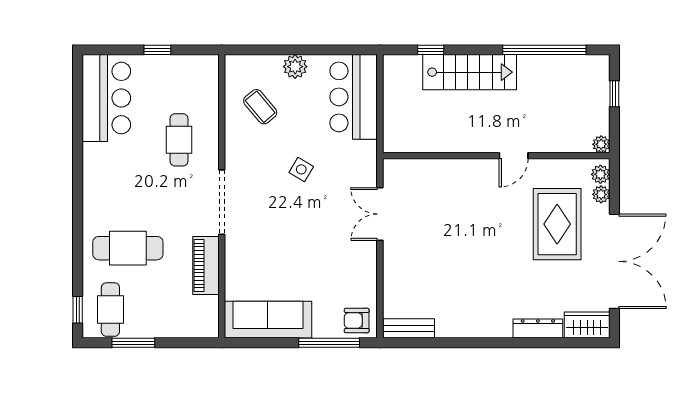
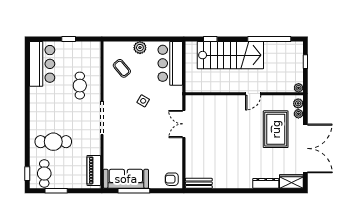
stairs: (470, 72) -> (230, 55), width x1.36, depth x1.51
piano: (206, 266) -> (94, 170), moved
window: (329, 343) -> (134, 191), moved

